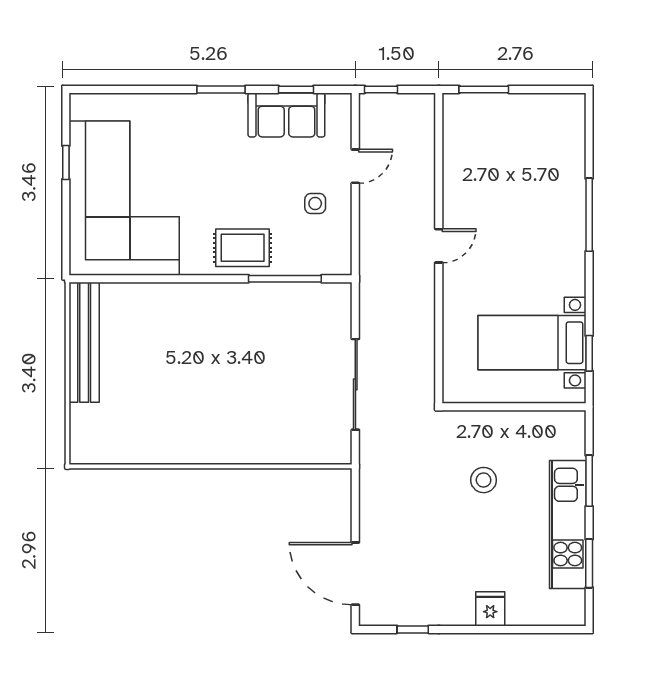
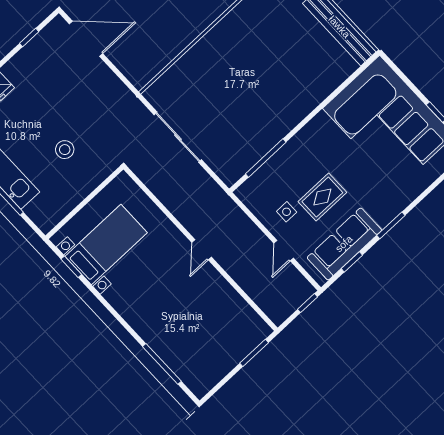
sofa: (286, 115) -> (344, 244), width x1.36
window: (589, 215) -> (162, 364), moved
rug: (243, 248) -> (322, 197), moved

